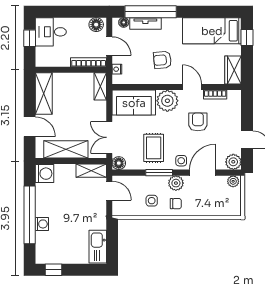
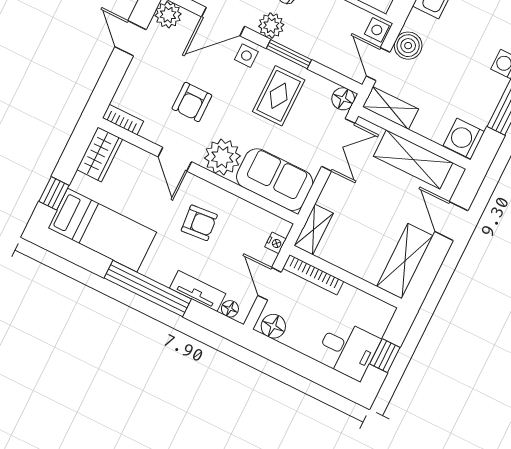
window: (151, 12) -> (148, 289), moved
bookcase: (215, 95) -> (123, 120), moved
side table: (152, 201) -> (377, 30), moved
boiler: (98, 208) -> (408, 46), added

